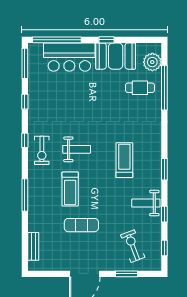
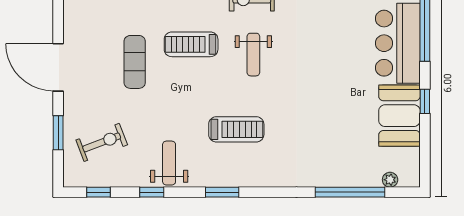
plant: (152, 62) -> (390, 180), width x0.53, depth x0.53
cafe table: (140, 88) -> (350, 154), removed

